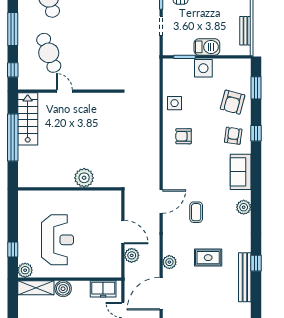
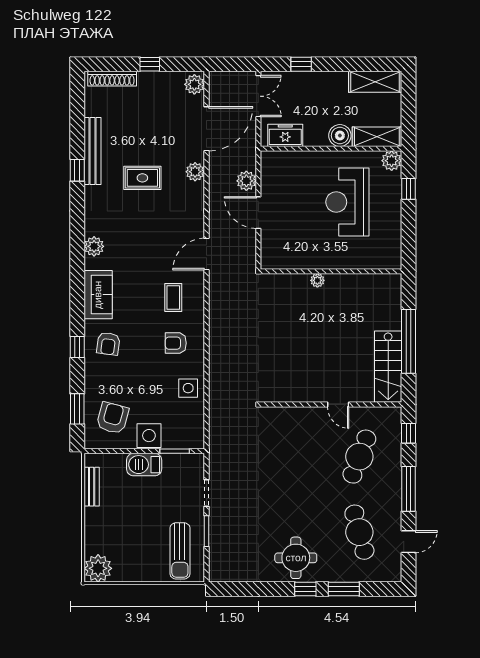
cafe table: (49, 53) -> (359, 457), turned 42
armchair: (233, 102) -> (113, 418), moved
armchair: (184, 136) -> (176, 343), turned 180
plant: (84, 178) -> (317, 280), width x0.53, depth x0.53
coffee table: (196, 212) -> (173, 298), moved

